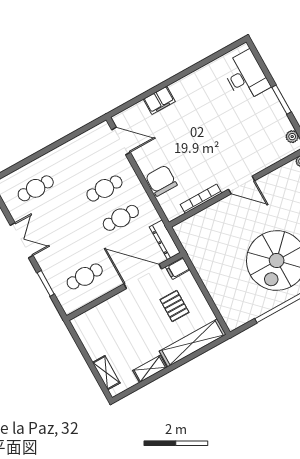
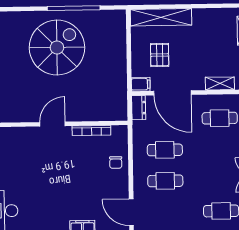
chair: (161, 181) -> (116, 163), width x0.54, depth x0.54
door: (242, 185) -> (52, 124), hinge flipped
dresser: (165, 240) -> (139, 108), width x0.70
shelving: (150, 369) -> (220, 83), moved

